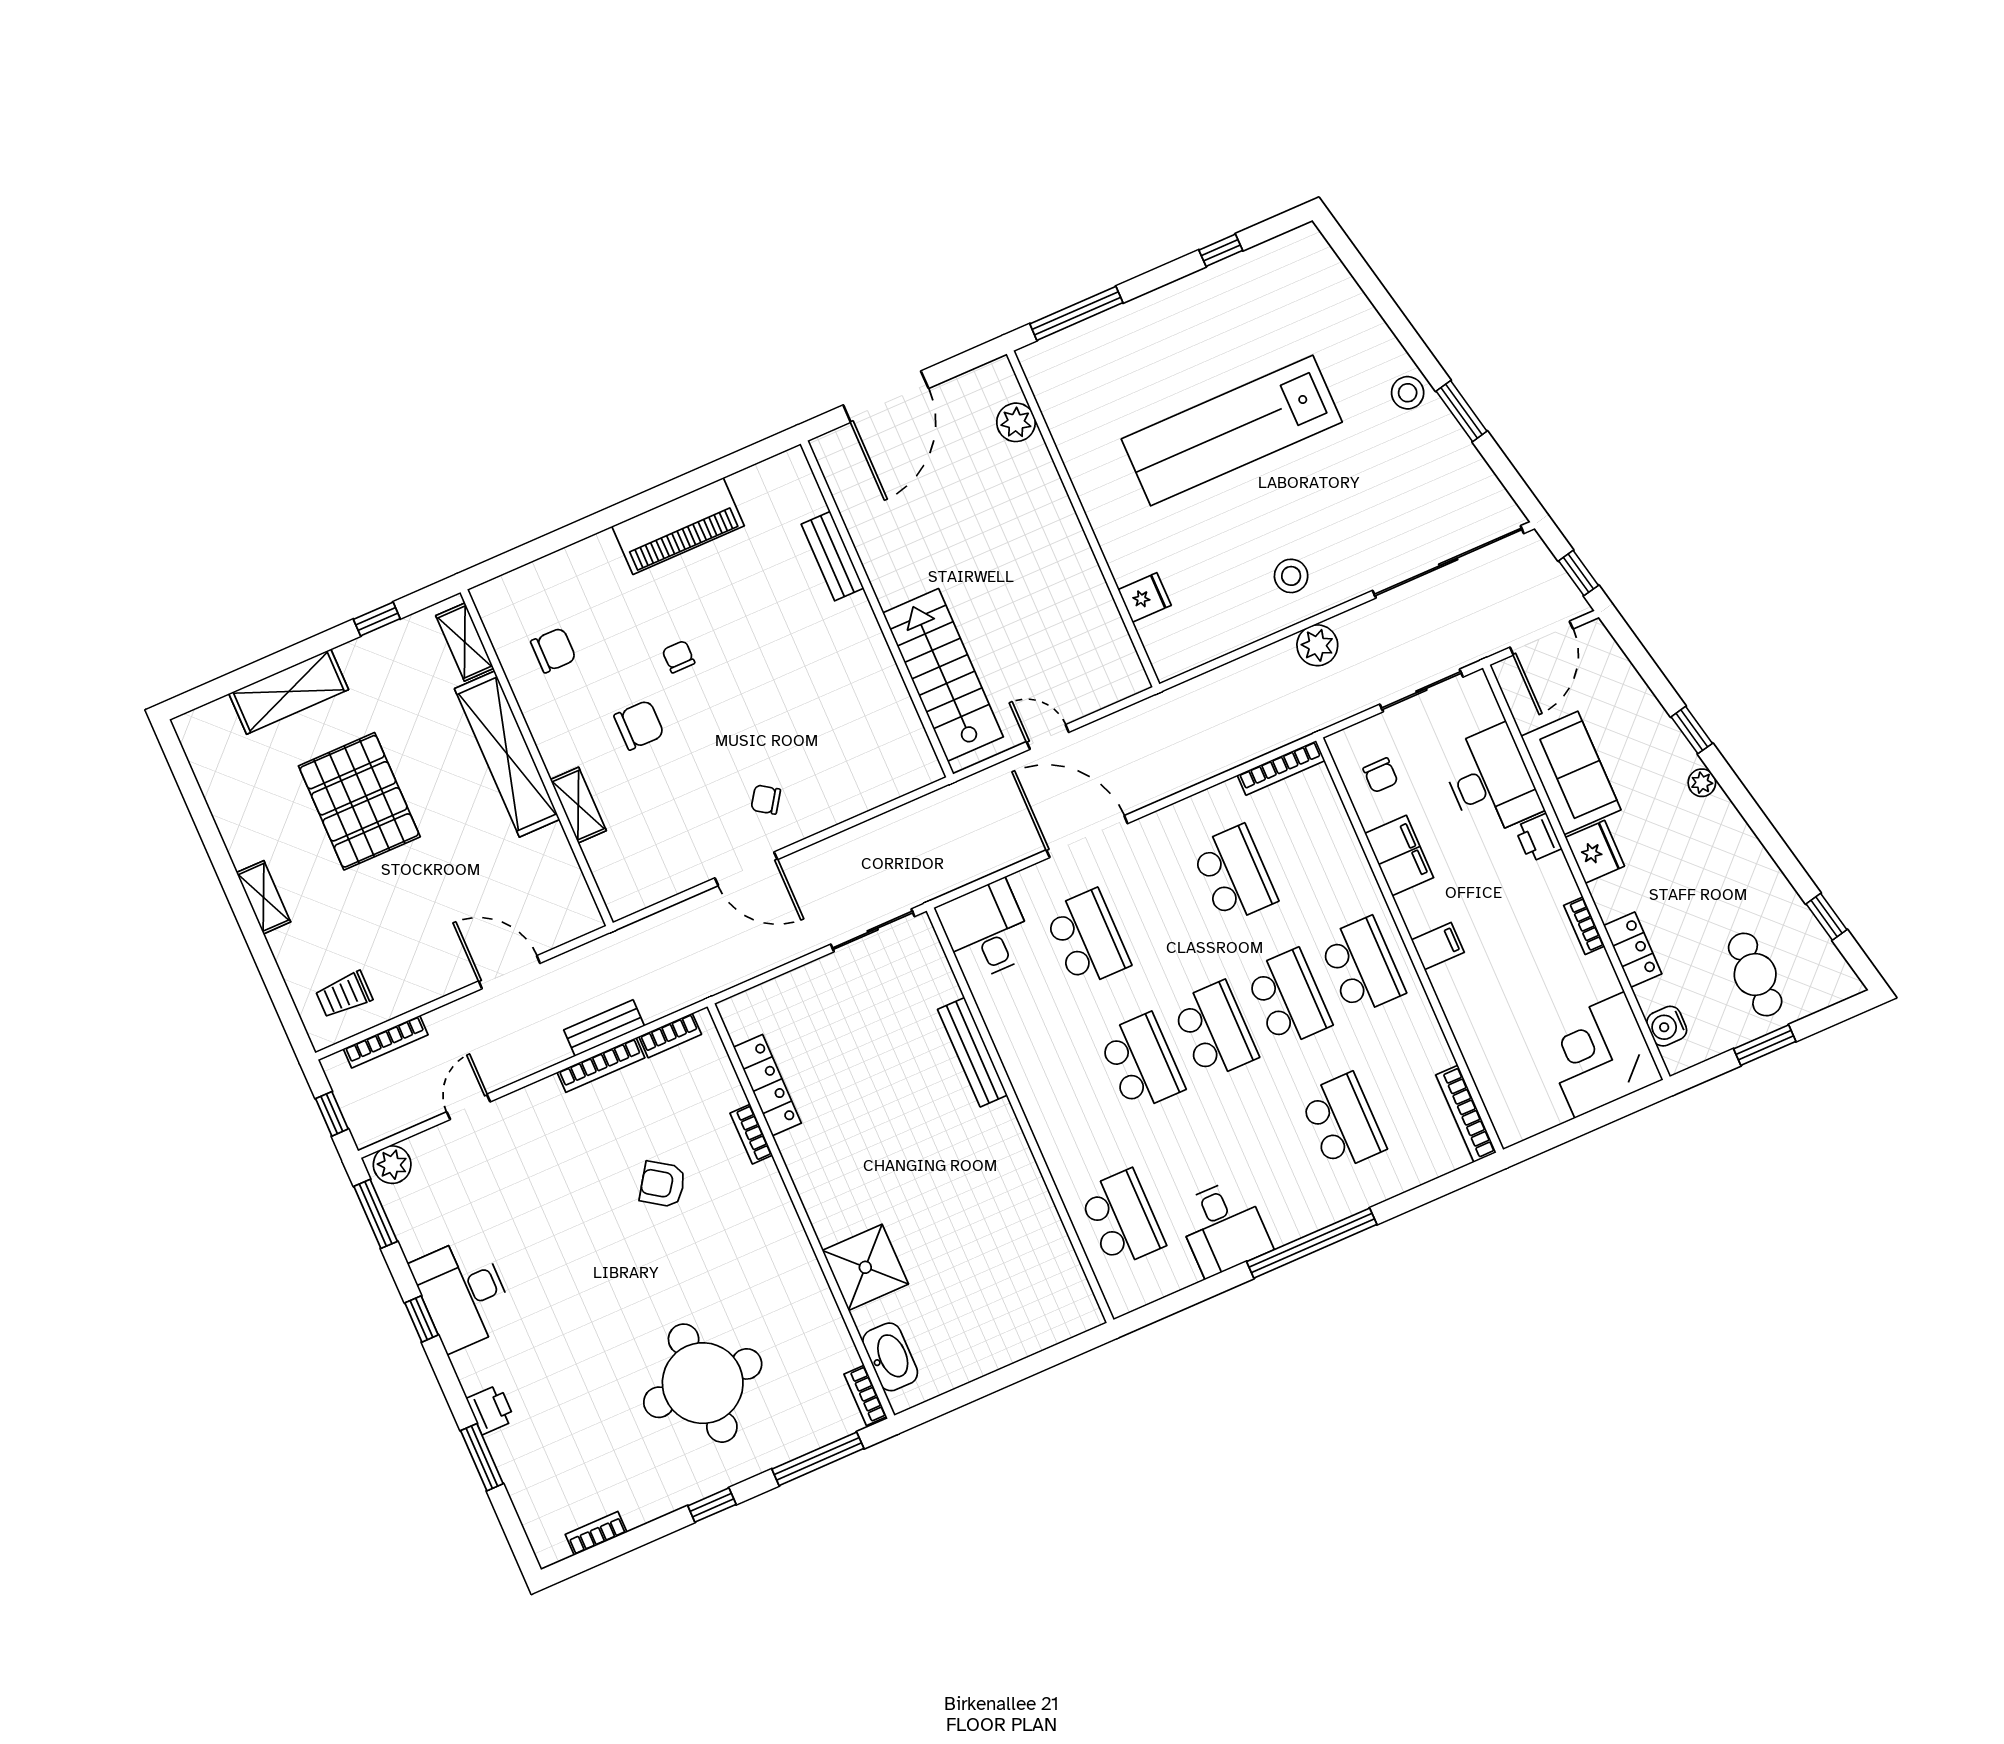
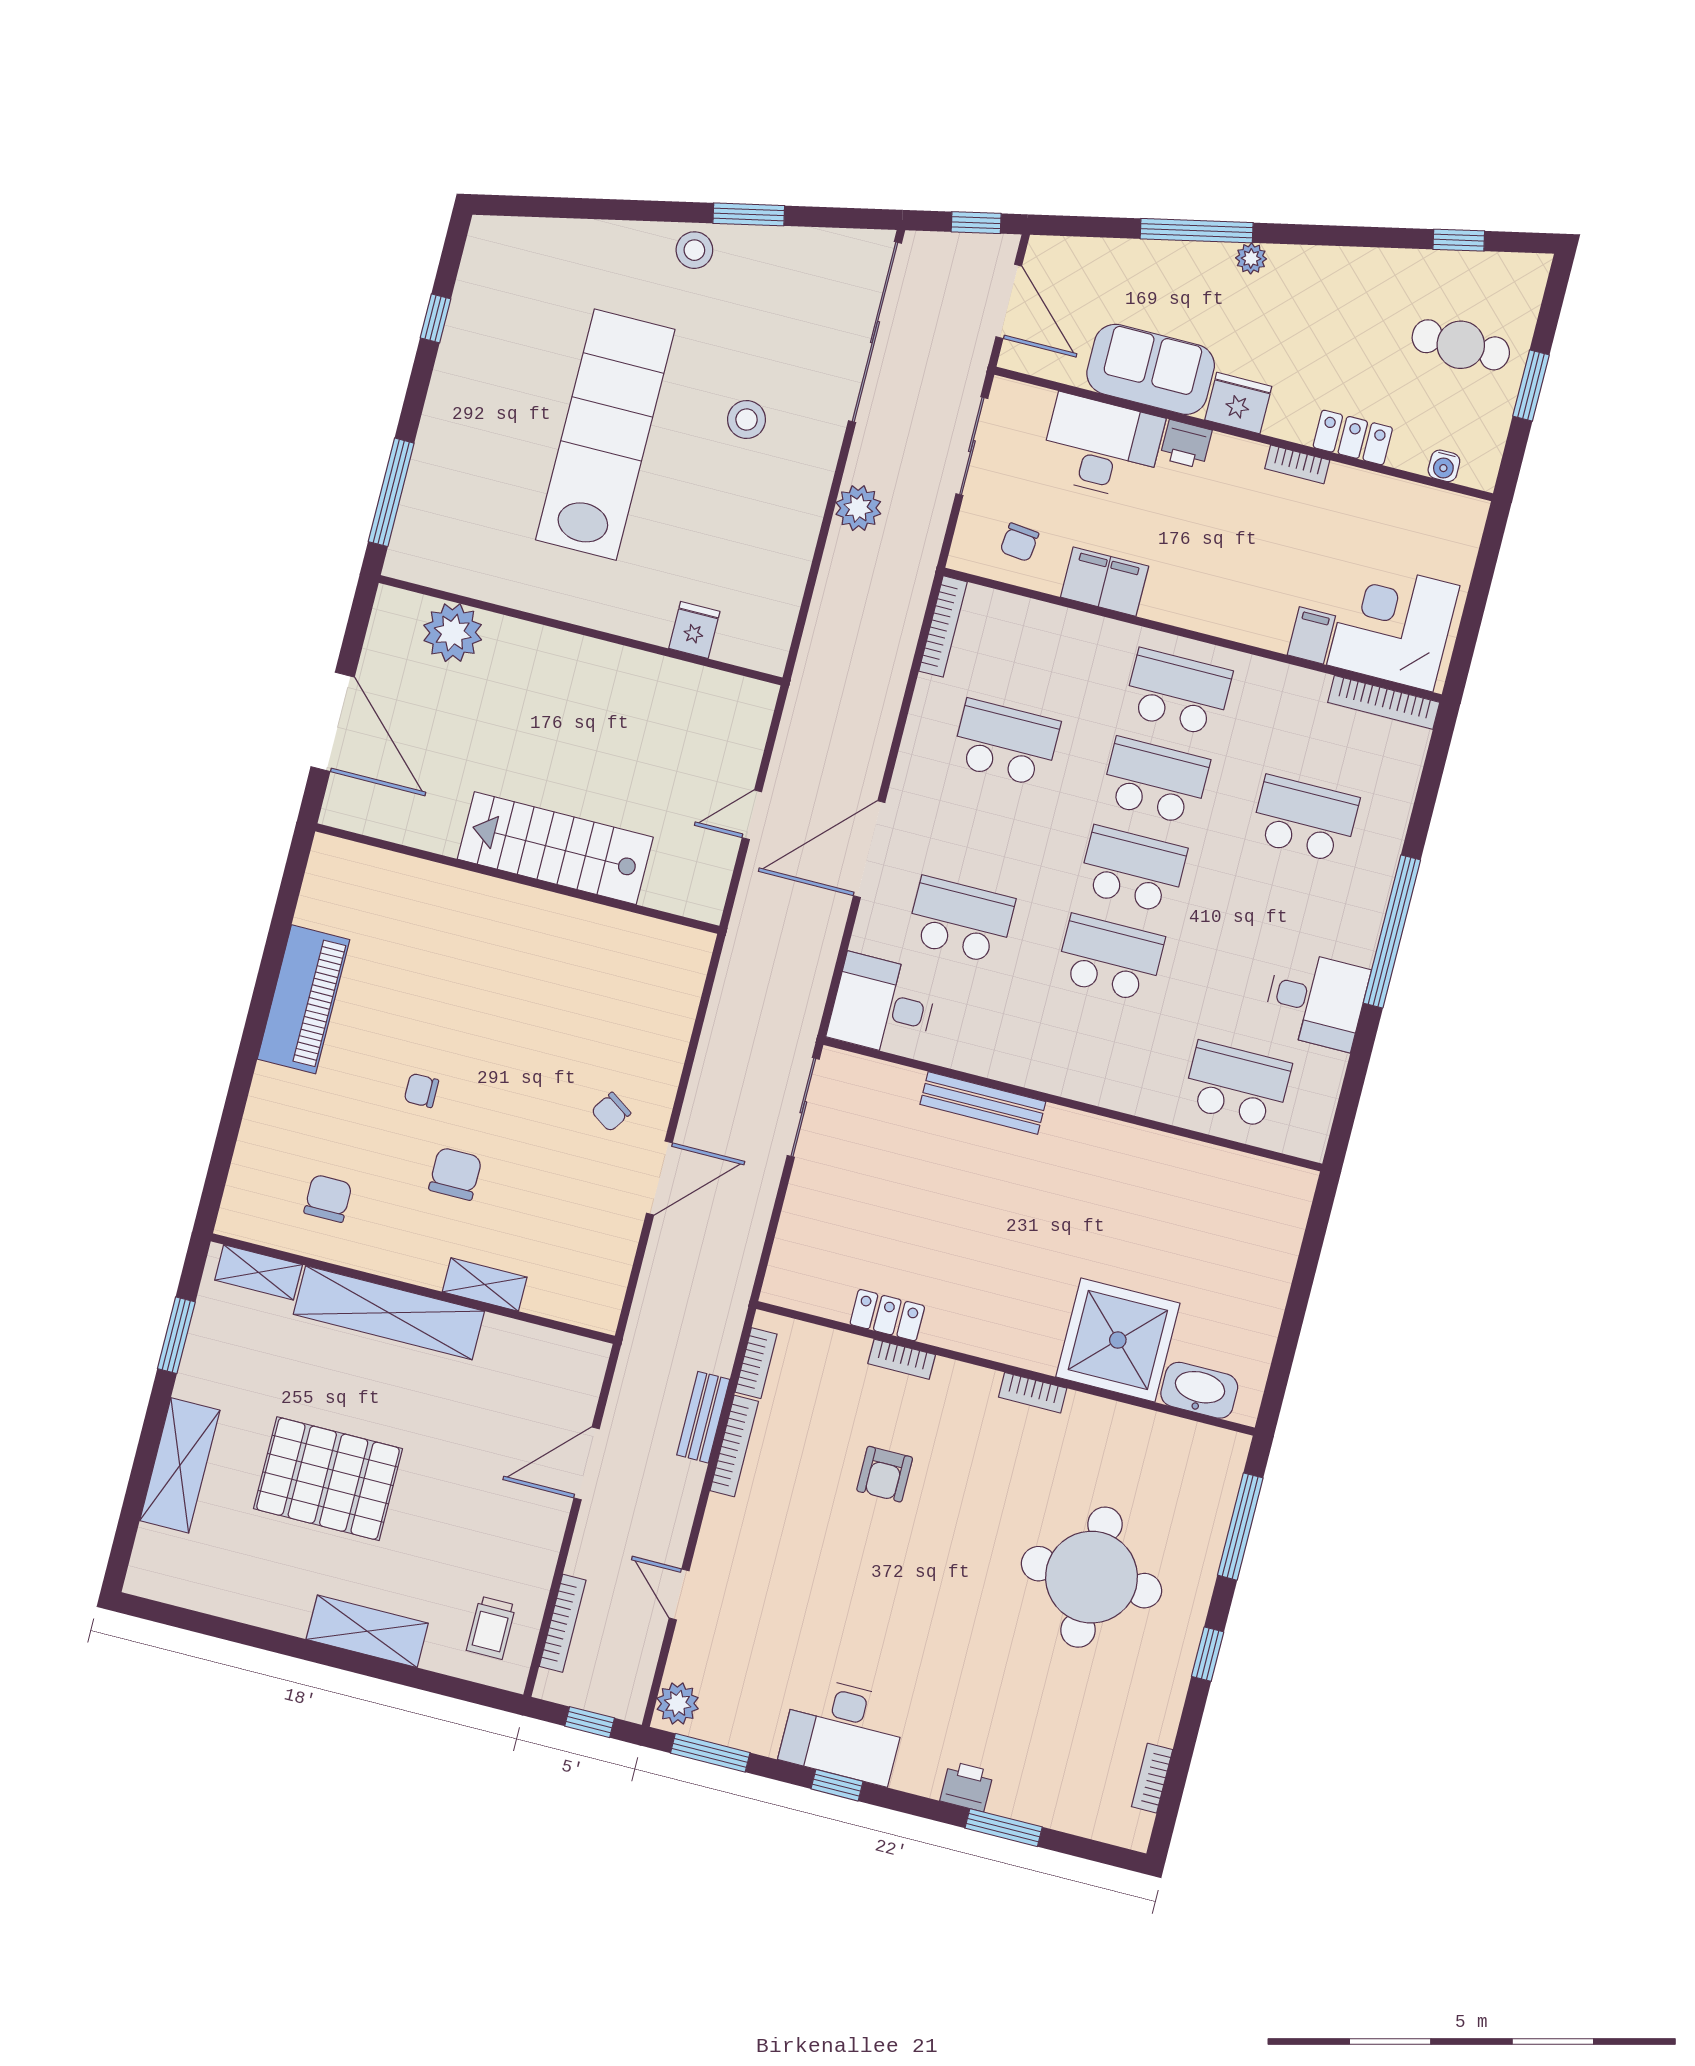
plant: (1016, 422) -> (453, 633), width x1.36, depth x1.36
lab bench: (1232, 431) -> (605, 435), turned 180
bench: (833, 556) -> (439, 882), removed
stool: (1291, 576) -> (747, 420), moved
window: (377, 619) -> (176, 1335), width x1.50
stairs: (943, 675) -> (555, 848), moved
window: (1692, 730) -> (1197, 231), width x2.17
chair: (1380, 775) -> (1019, 542), turned 96
shelving: (263, 897) -> (367, 1631), width x1.50, depth x1.33
filing cabinet: (1438, 946) -> (1311, 635), moved
water cooler: (1667, 1026) -> (1444, 466), width x0.72, depth x0.72
corner desk: (1600, 1055) -> (1393, 625), moved, turned 90
locker: (767, 1085) -> (887, 1315), width x0.66
armchair: (663, 1184) -> (885, 1474), turned -34
shower: (865, 1267) -> (1118, 1340), width x1.37, depth x1.37
bookcase: (865, 1395) -> (1033, 1393), moved

